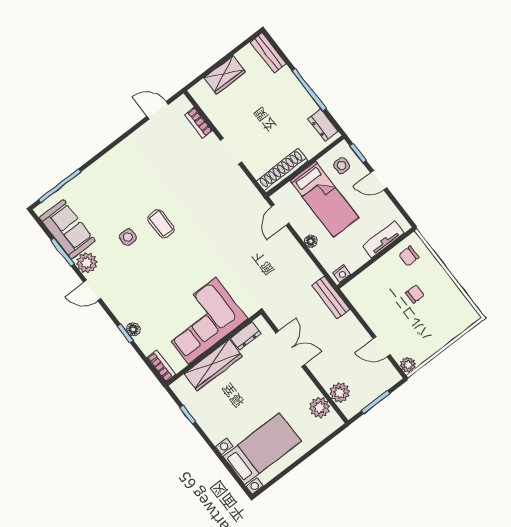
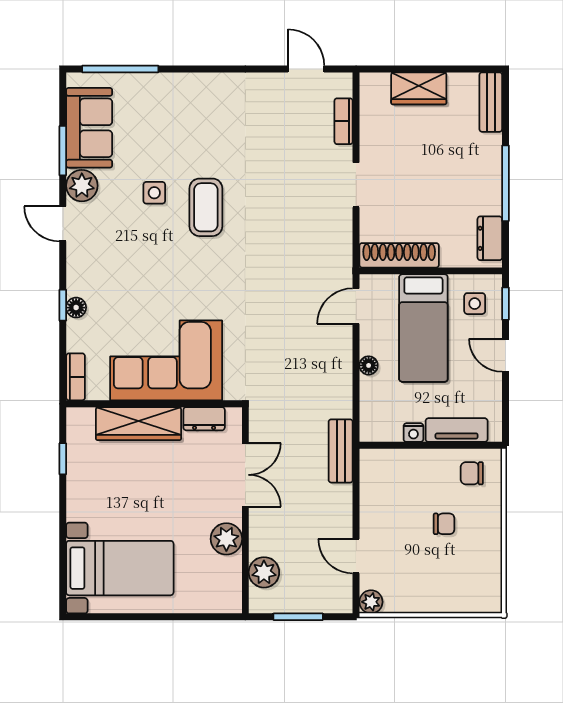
coffee table: (161, 224) -> (206, 207), width x1.36, depth x1.30
nightstand: (342, 274) -> (413, 433), moved
plant: (320, 408) -> (226, 539), moved

